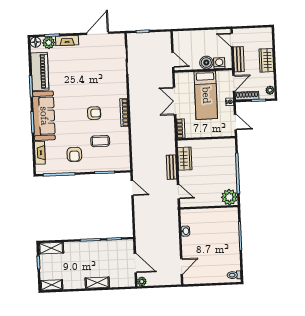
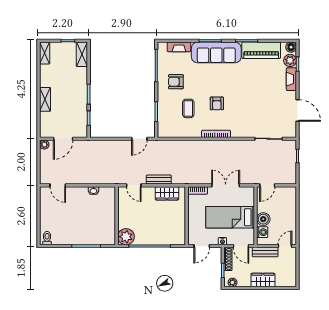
door: (178, 192) -> (134, 185), hinge flipped

